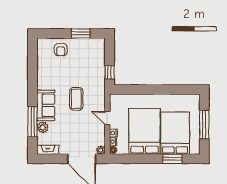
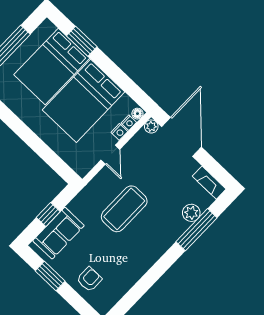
window: (110, 72) -> (48, 215), moved
coffee table: (76, 99) -> (124, 209), width x1.36, depth x1.32
sofa: (46, 105) -> (58, 233), moved, turned 180

